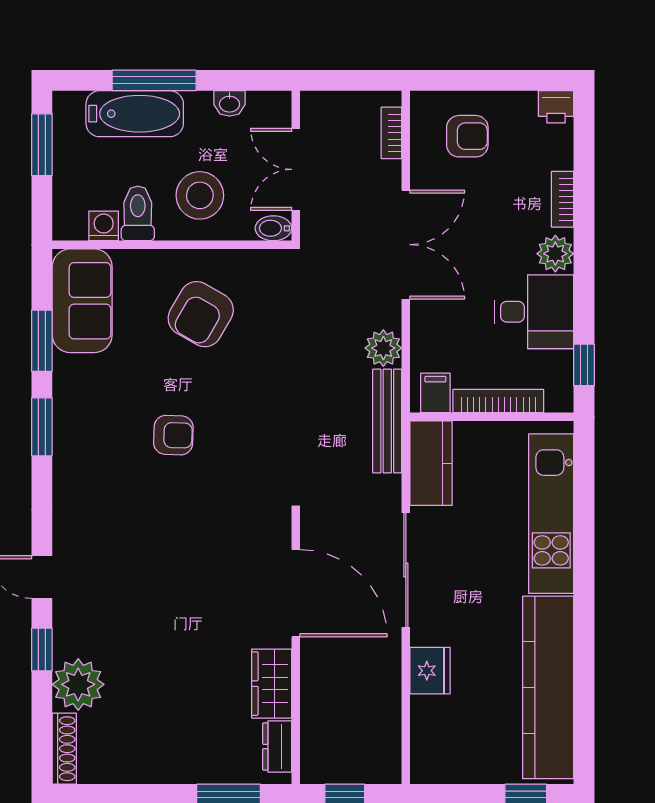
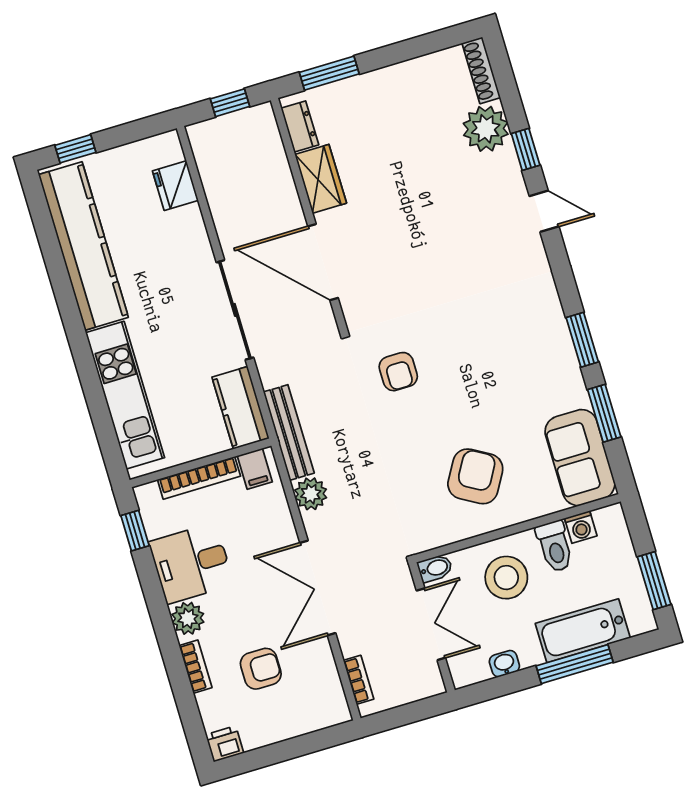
armchair: (467, 136) -> (261, 669), moved, turned 180
armchair: (173, 435) -> (398, 372), moved, turned -92
fridge: (430, 671) -> (175, 186), moved

